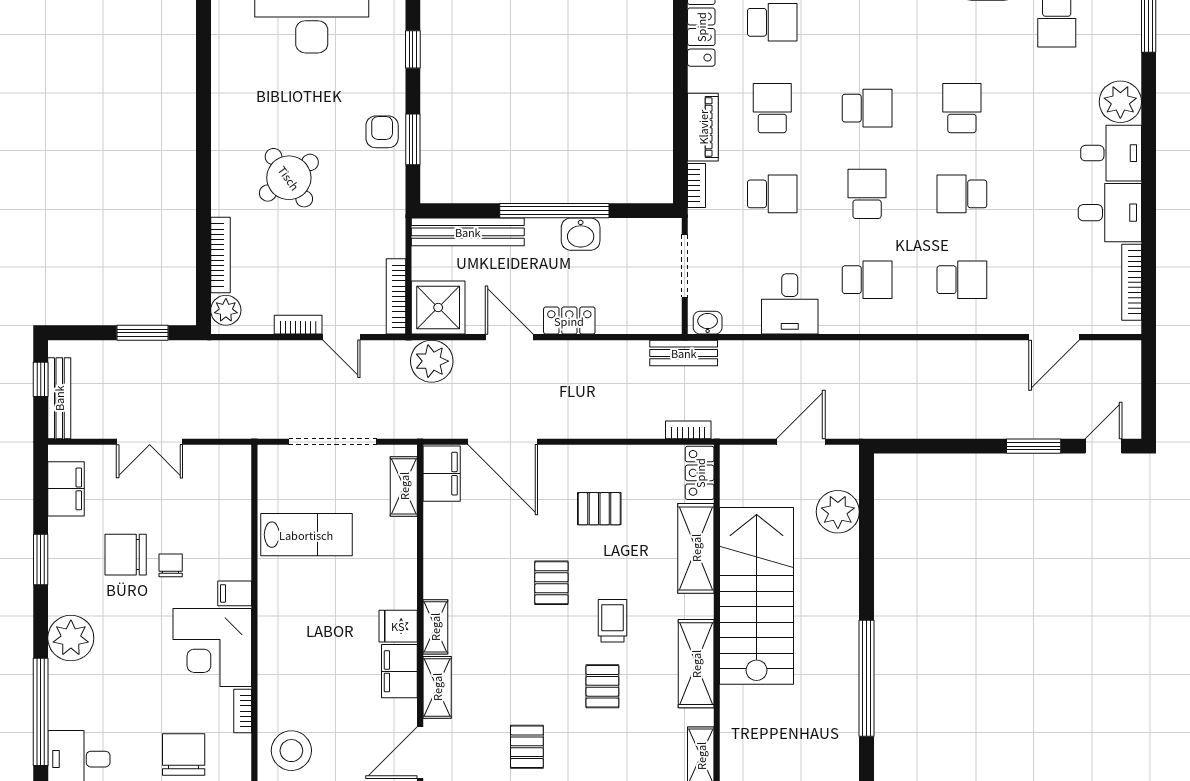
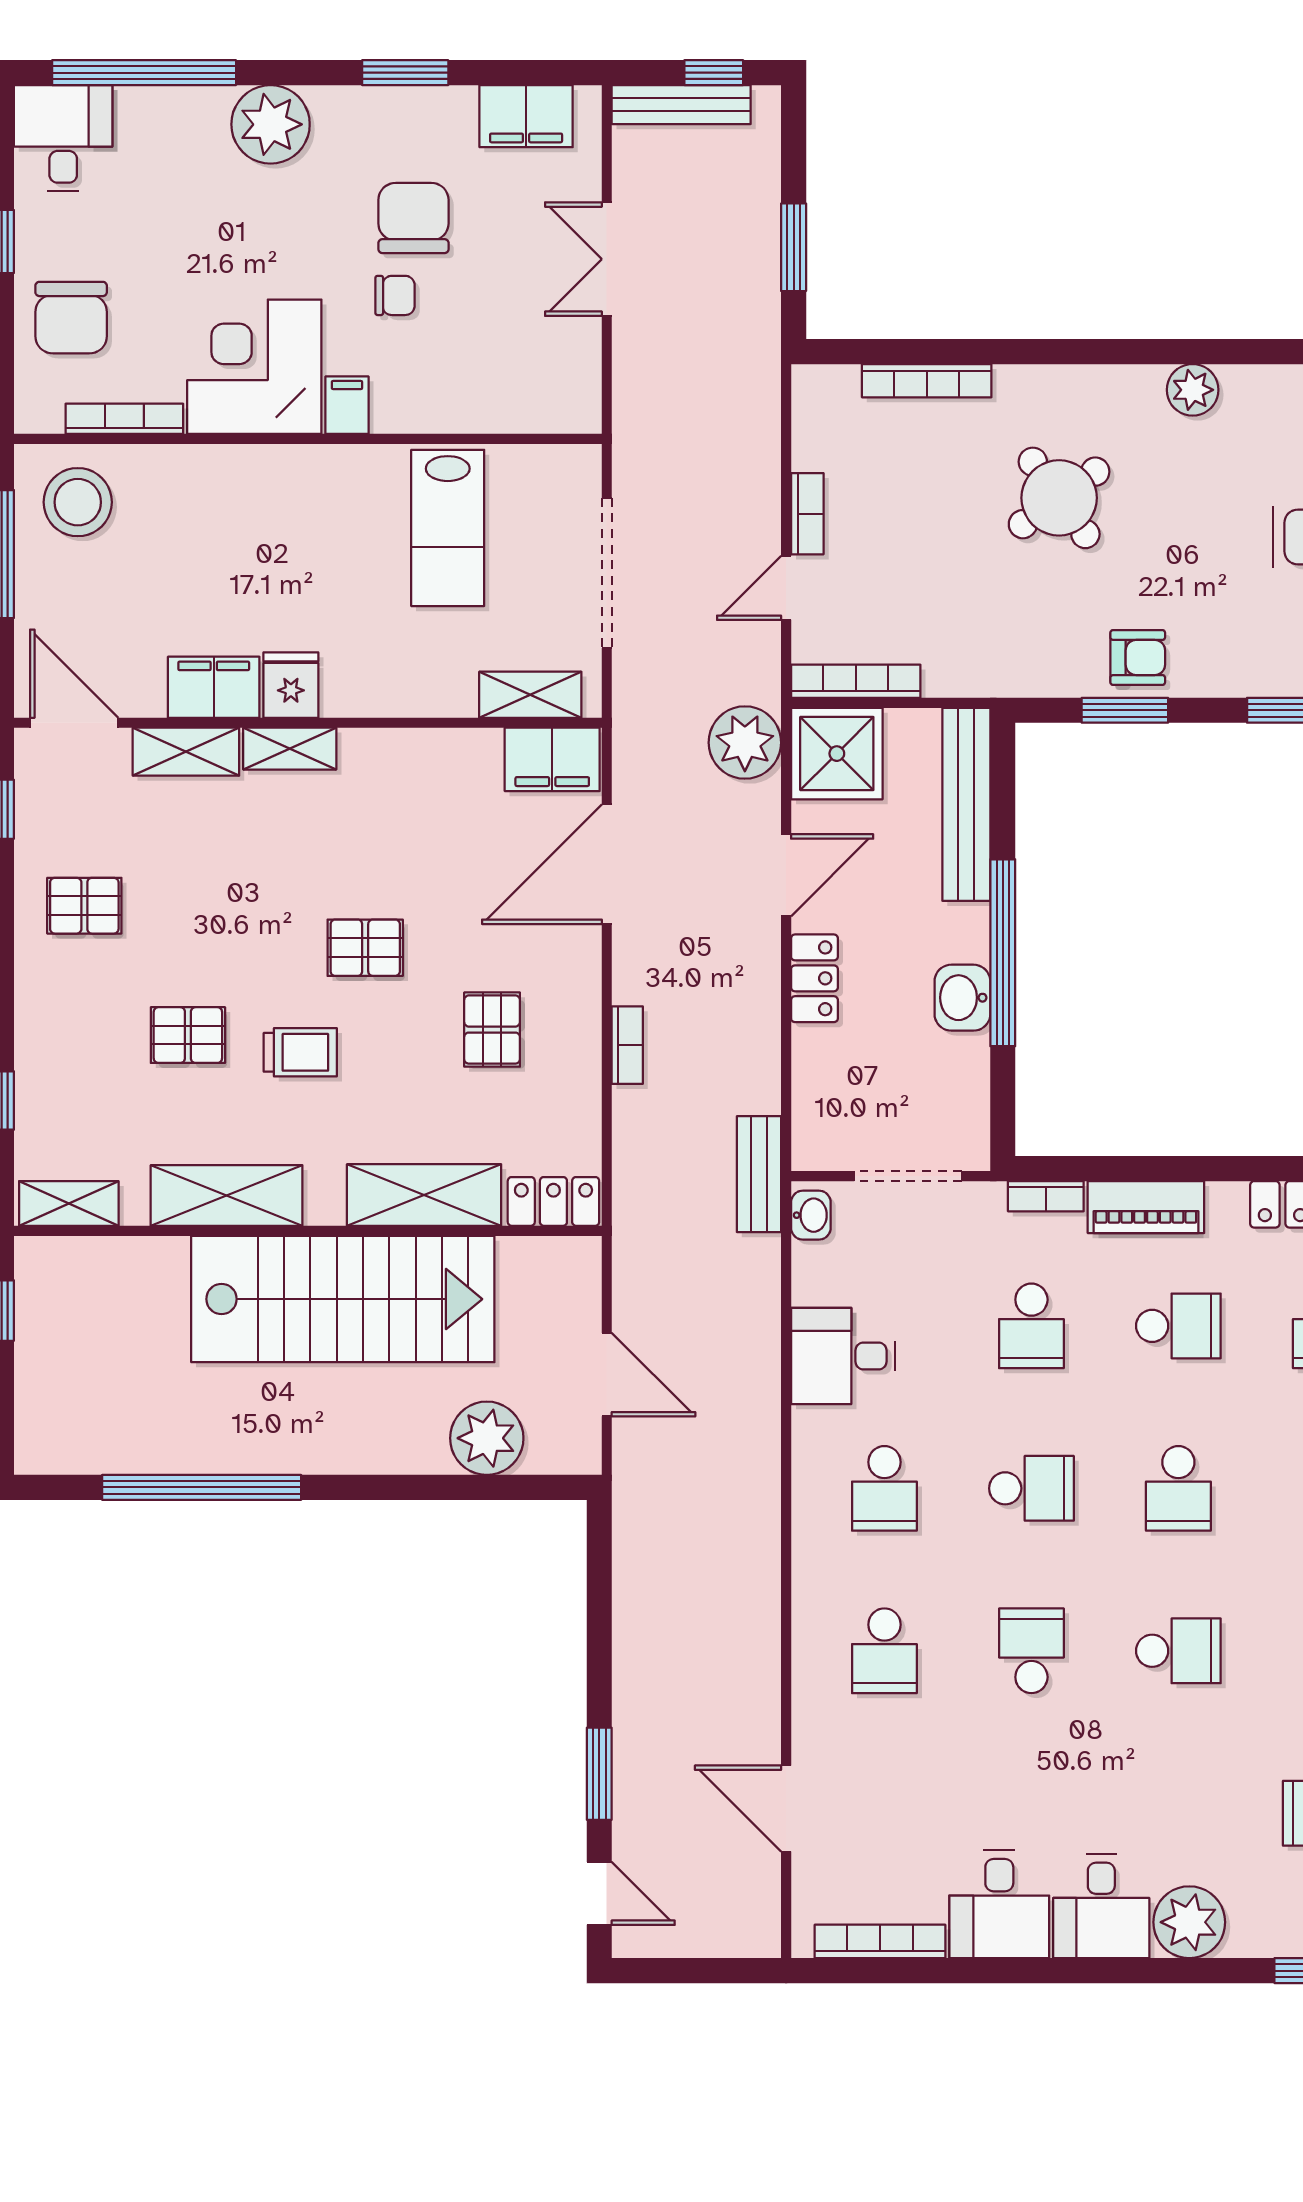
plant: (226, 310) -> (1193, 390), moved
bookcase: (688, 430) -> (627, 1045), moved
bookcase: (243, 711) -> (124, 419), width x1.56
chair: (184, 754) -> (71, 318), turned 90

